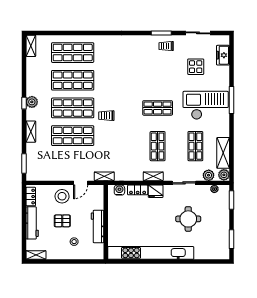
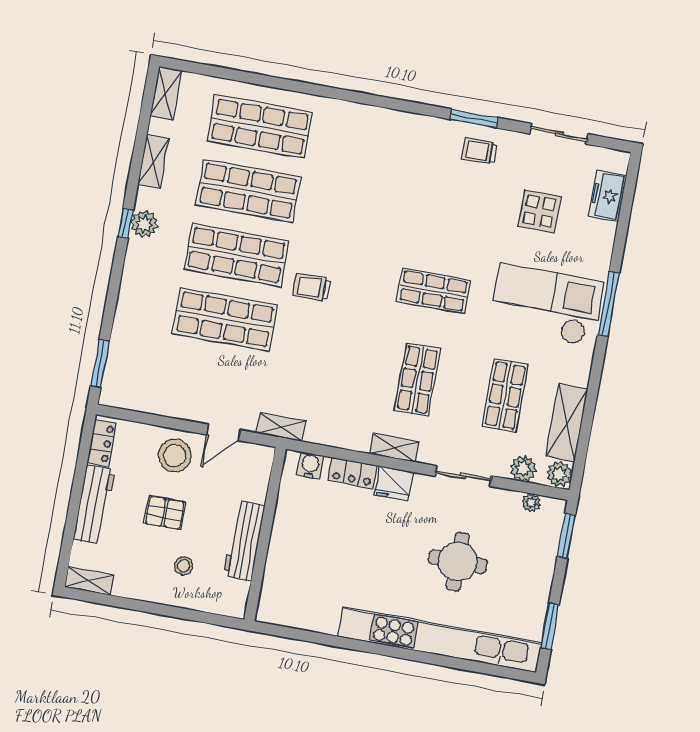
shelving: (31, 132) -> (153, 161), moved
kitchen unit: (151, 253) -> (440, 640), moved

